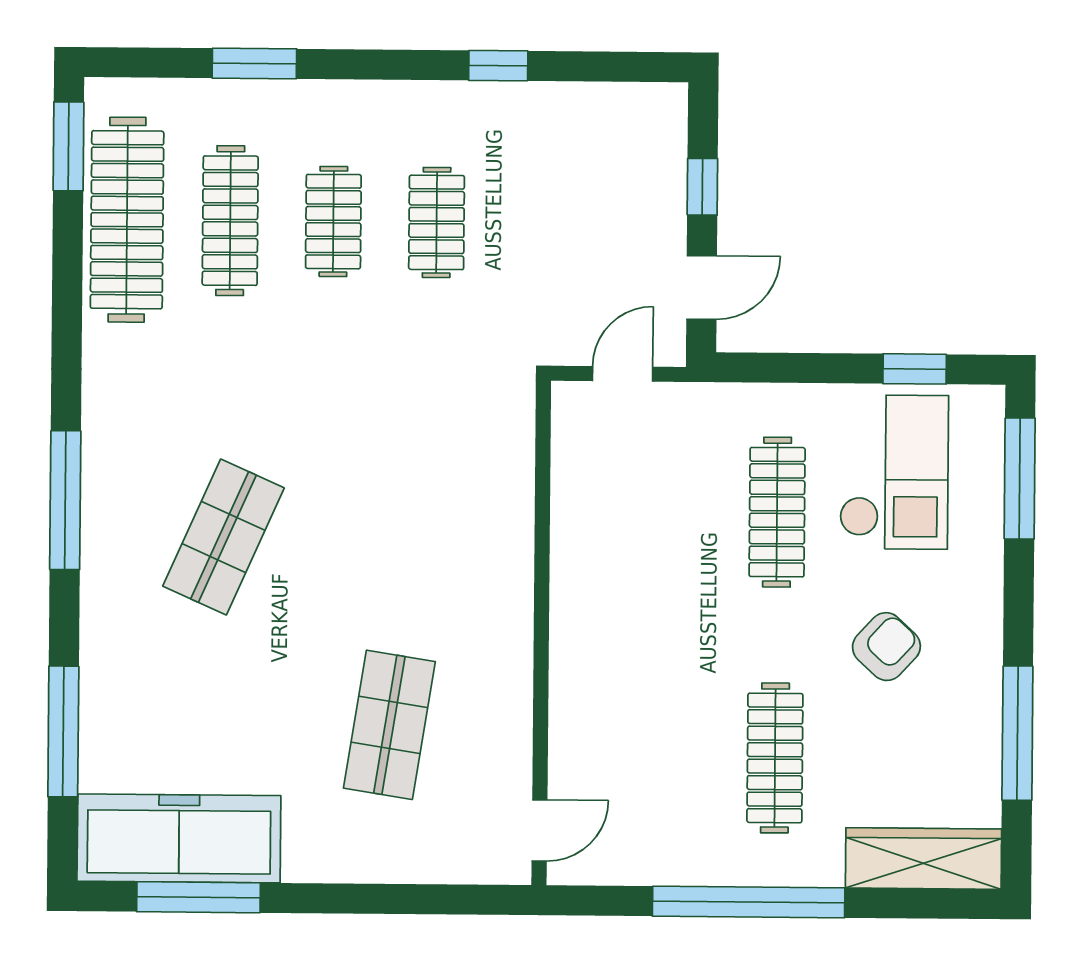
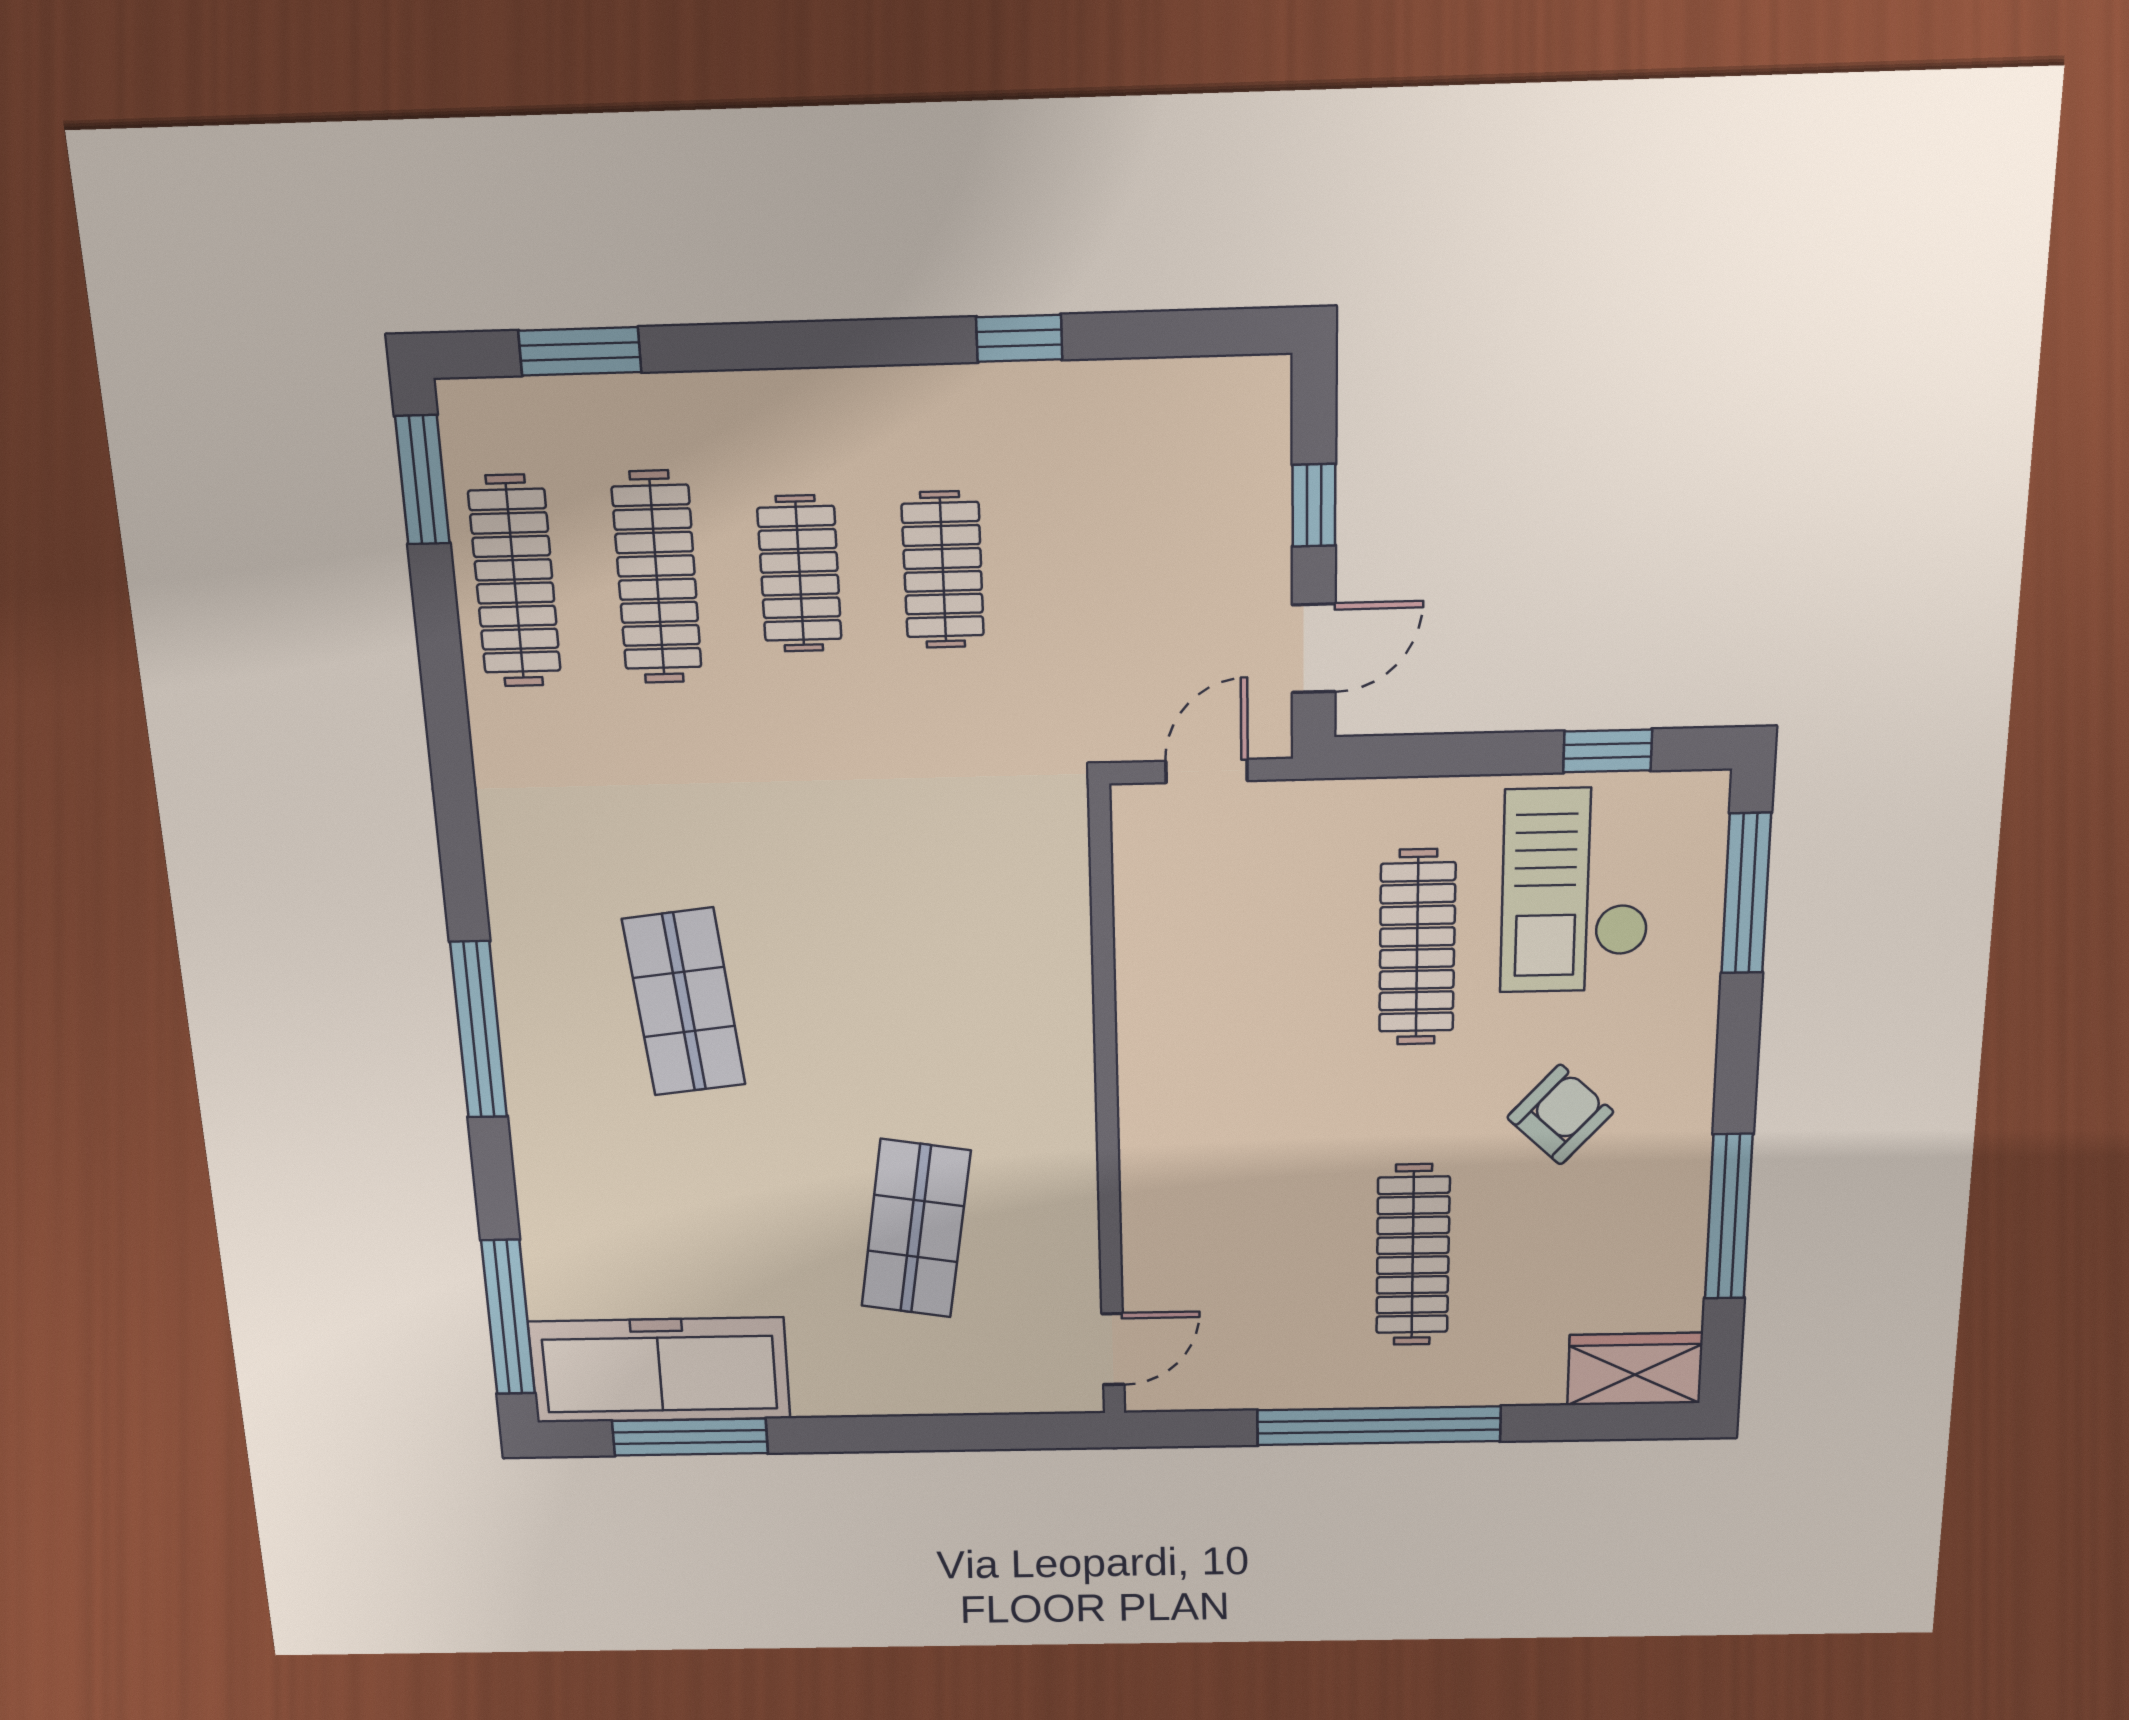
window: (254, 63) -> (580, 351), moved
clothes rail: (127, 220) -> (515, 581), width x0.73, depth x0.76
checkout: (894, 472) -> (1576, 890), turned 180
window: (65, 500) -> (479, 1030), moved
shop shelf: (224, 537) -> (684, 1002), turned -30
window: (63, 731) -> (508, 1317), moved
wardrobe: (923, 858) -> (1635, 1369), width x0.67

